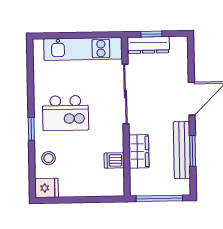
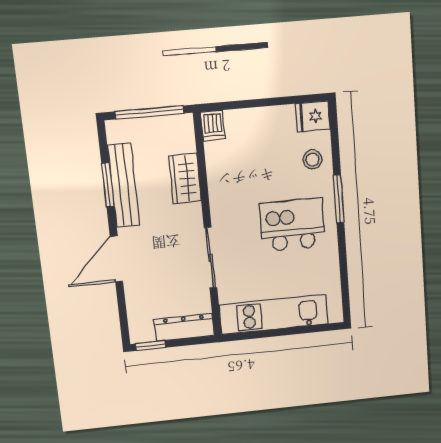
window: (151, 34) -> (151, 346), moved
sliding door: (125, 94) -> (211, 258), width x0.73
window: (31, 129) -> (339, 199), width x1.50
dishwasher: (114, 160) -> (213, 125), moved, turned 90

